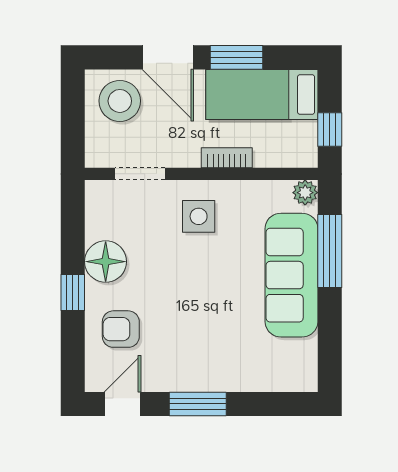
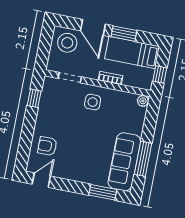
window: (330, 251) -> (143, 159), moved
floor lamp: (106, 262) -> (46, 114), removed
sofa: (291, 275) -> (124, 162), moved
window: (73, 293) -> (34, 98), moved
window: (198, 404) -> (103, 192), moved

